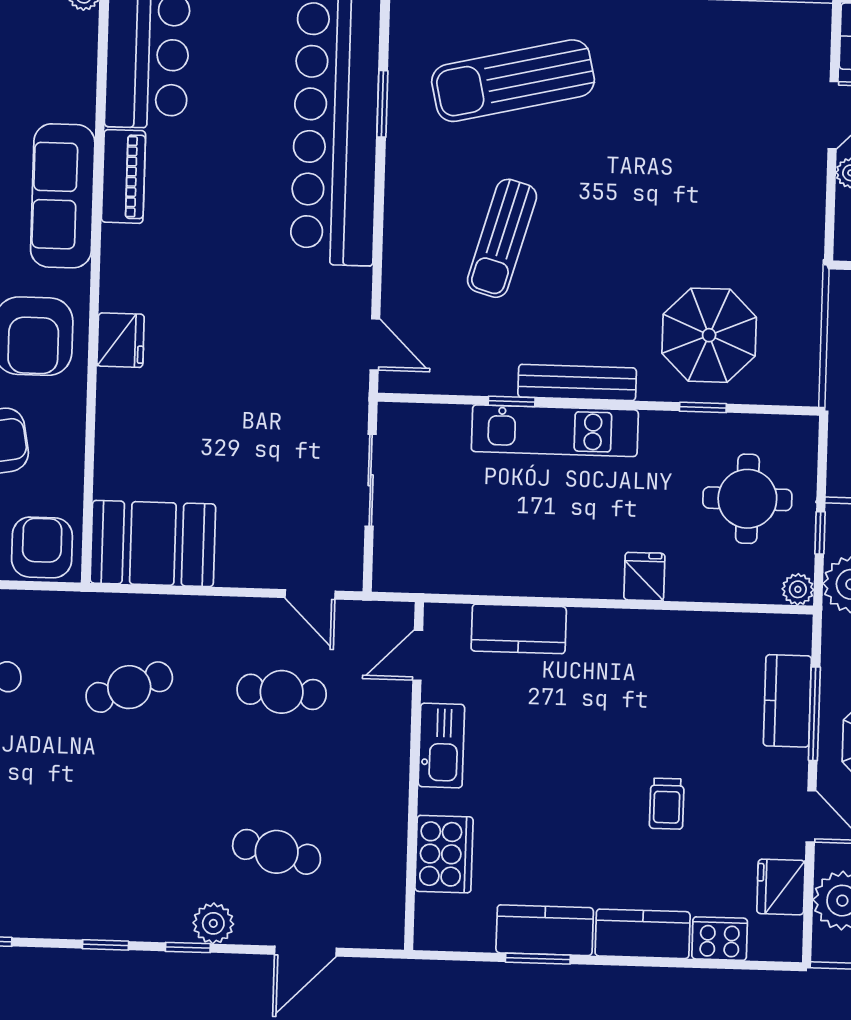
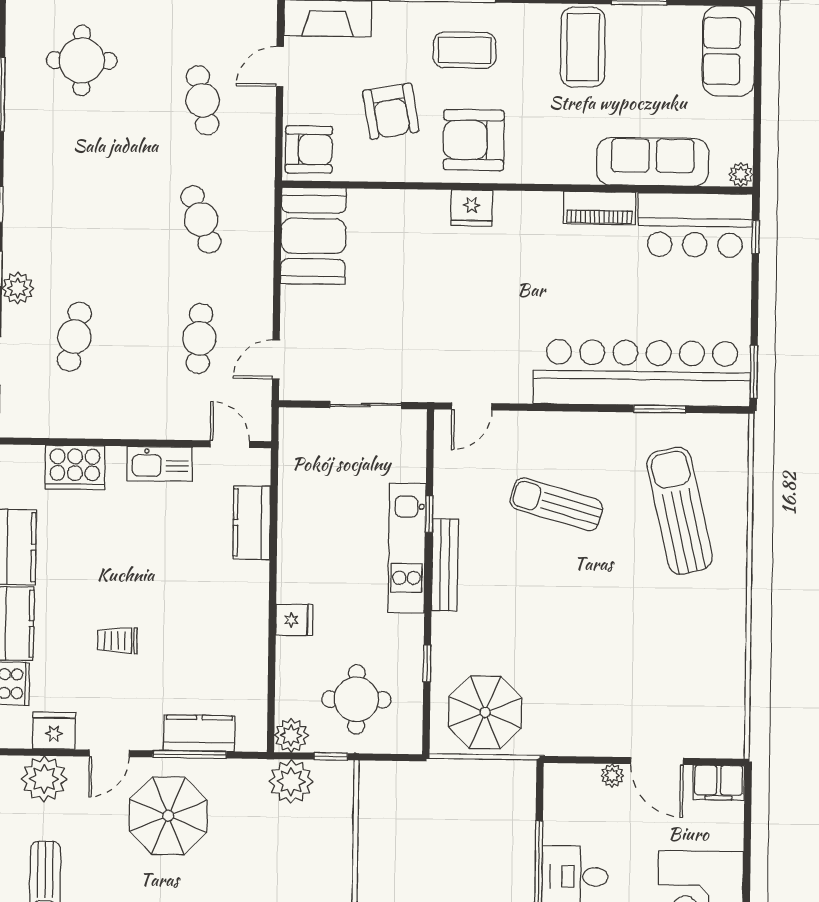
sofa: (63, 196) -> (653, 162), moved
parasol: (709, 335) -> (485, 712), moved
plant: (798, 589) -> (291, 735), width x1.38, depth x1.38

